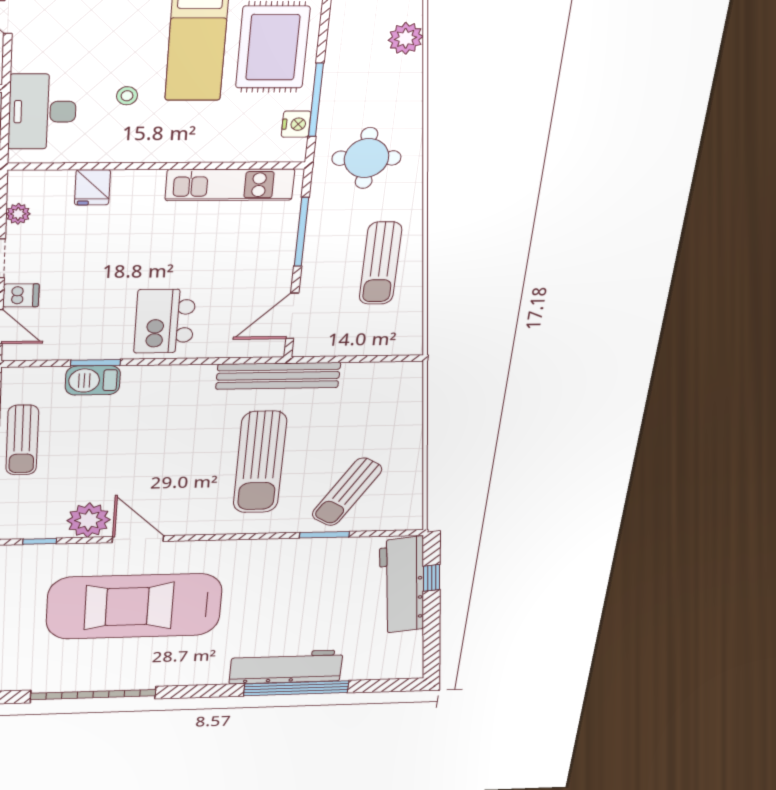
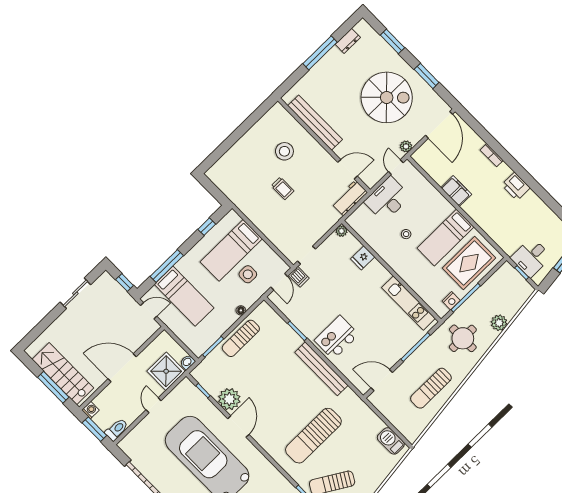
plant: (406, 38) -> (499, 323), moved
desk: (42, 112) -> (387, 199), moved
plant: (18, 214) -> (342, 231), moved
bench: (278, 376) -> (321, 369), moved
barbecue: (93, 380) -> (391, 441), moved

